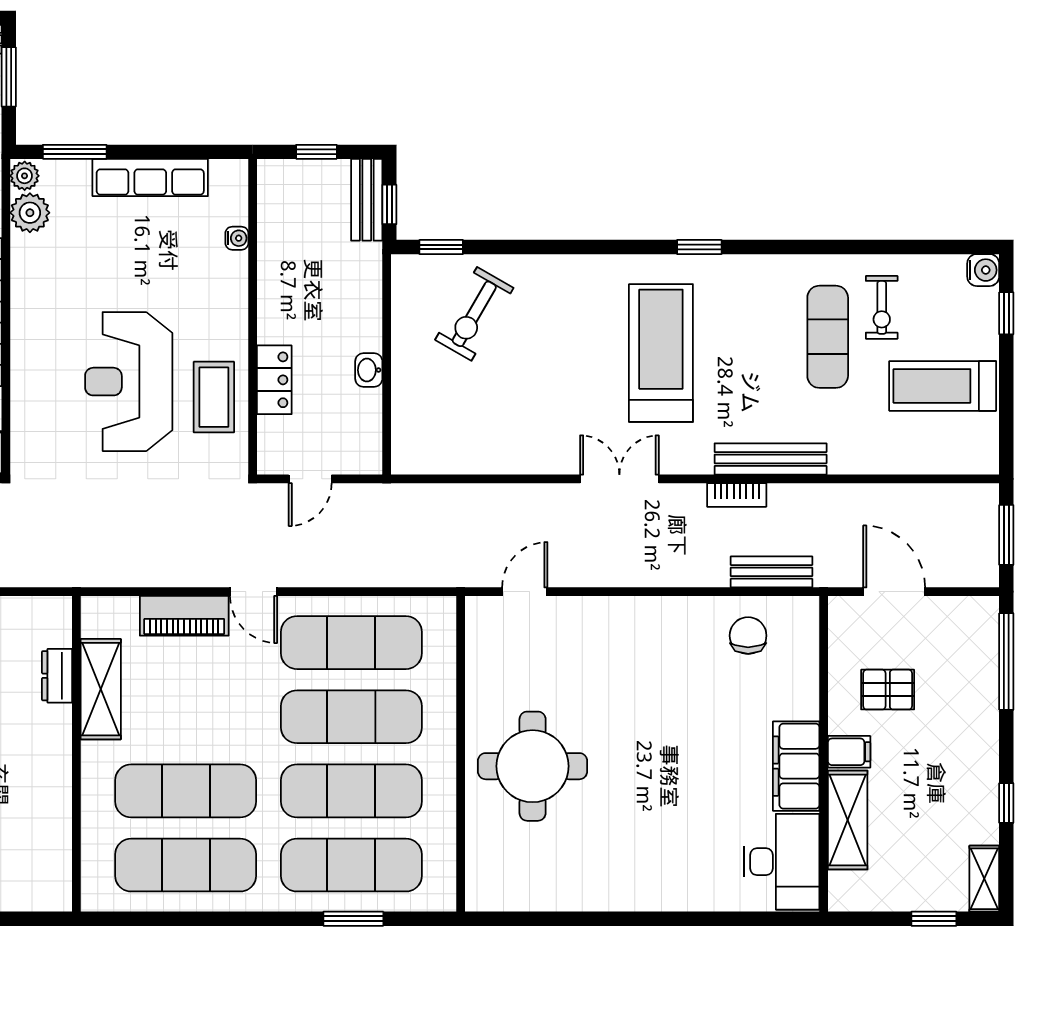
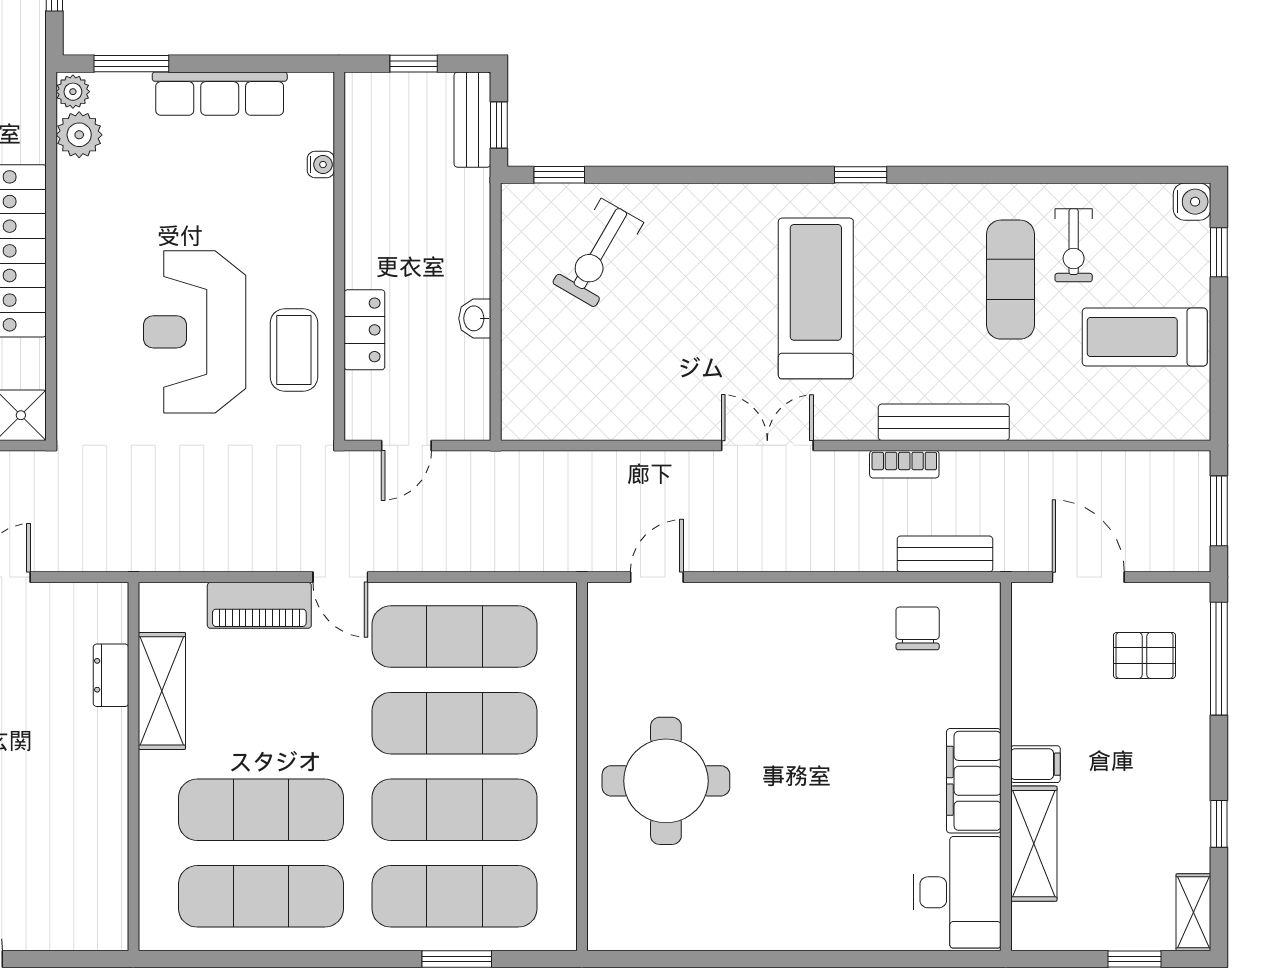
pallet: (888, 690) -> (1145, 655), moved

